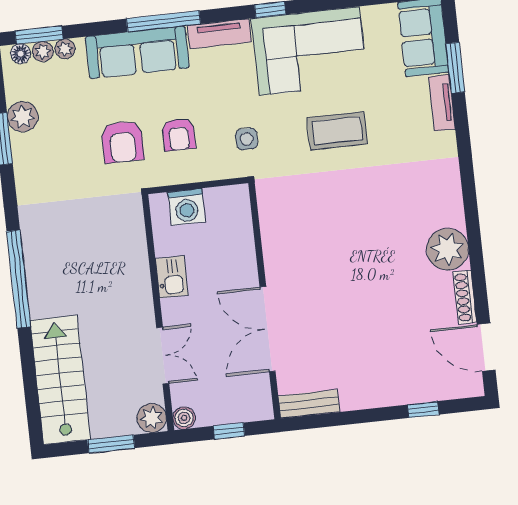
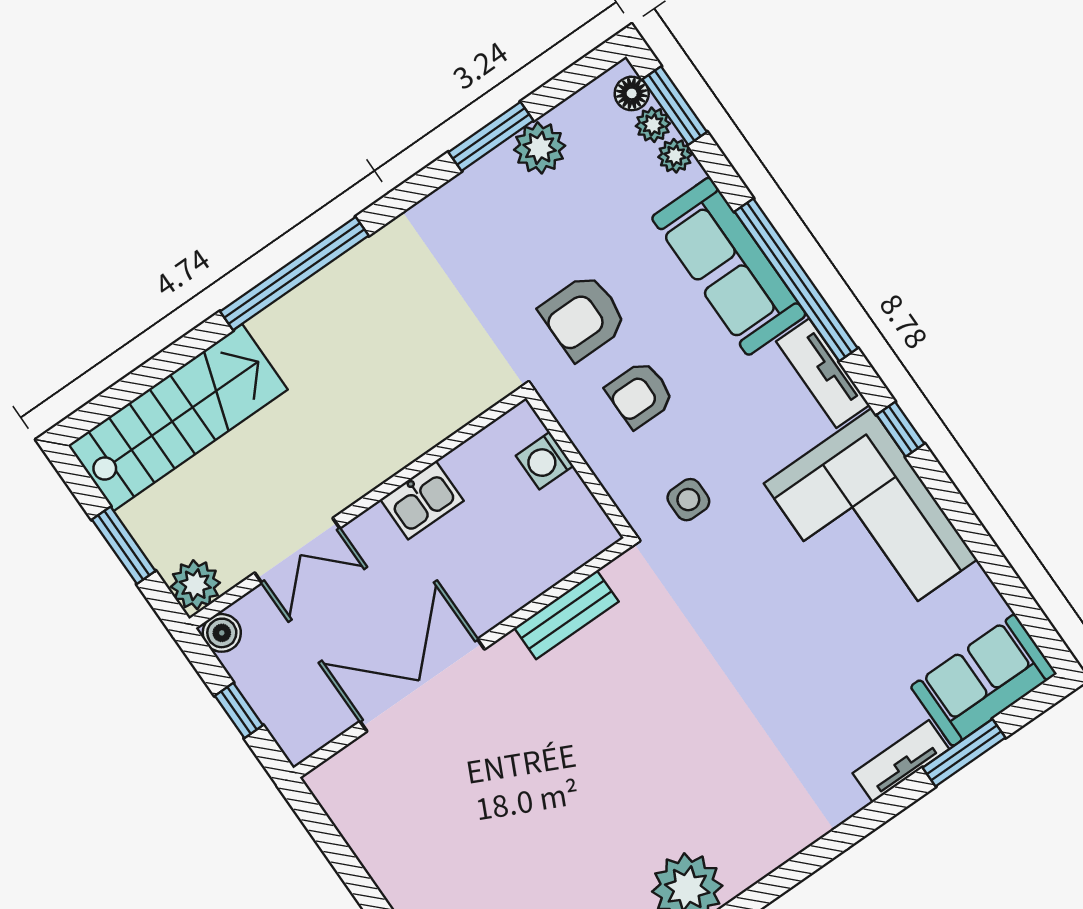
window: (163, 21) -> (796, 280), width x1.46
coffee table: (337, 131) -> (774, 628), removed
washing machine: (186, 207) -> (545, 461), width x0.73, depth x0.73
bench: (309, 404) -> (566, 615), moved, turned 90

